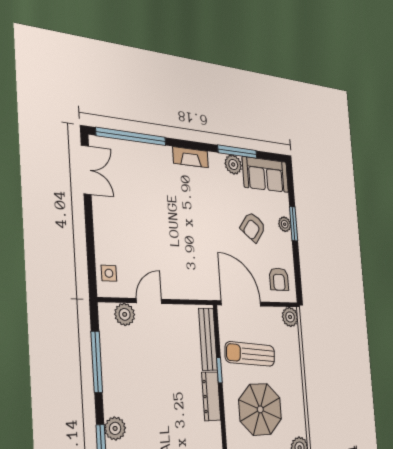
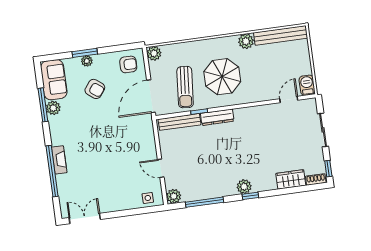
window: (131, 136) -> (52, 171), moved
fireplace: (191, 157) -> (59, 160), moved
plant: (125, 314) -> (174, 196), moved

